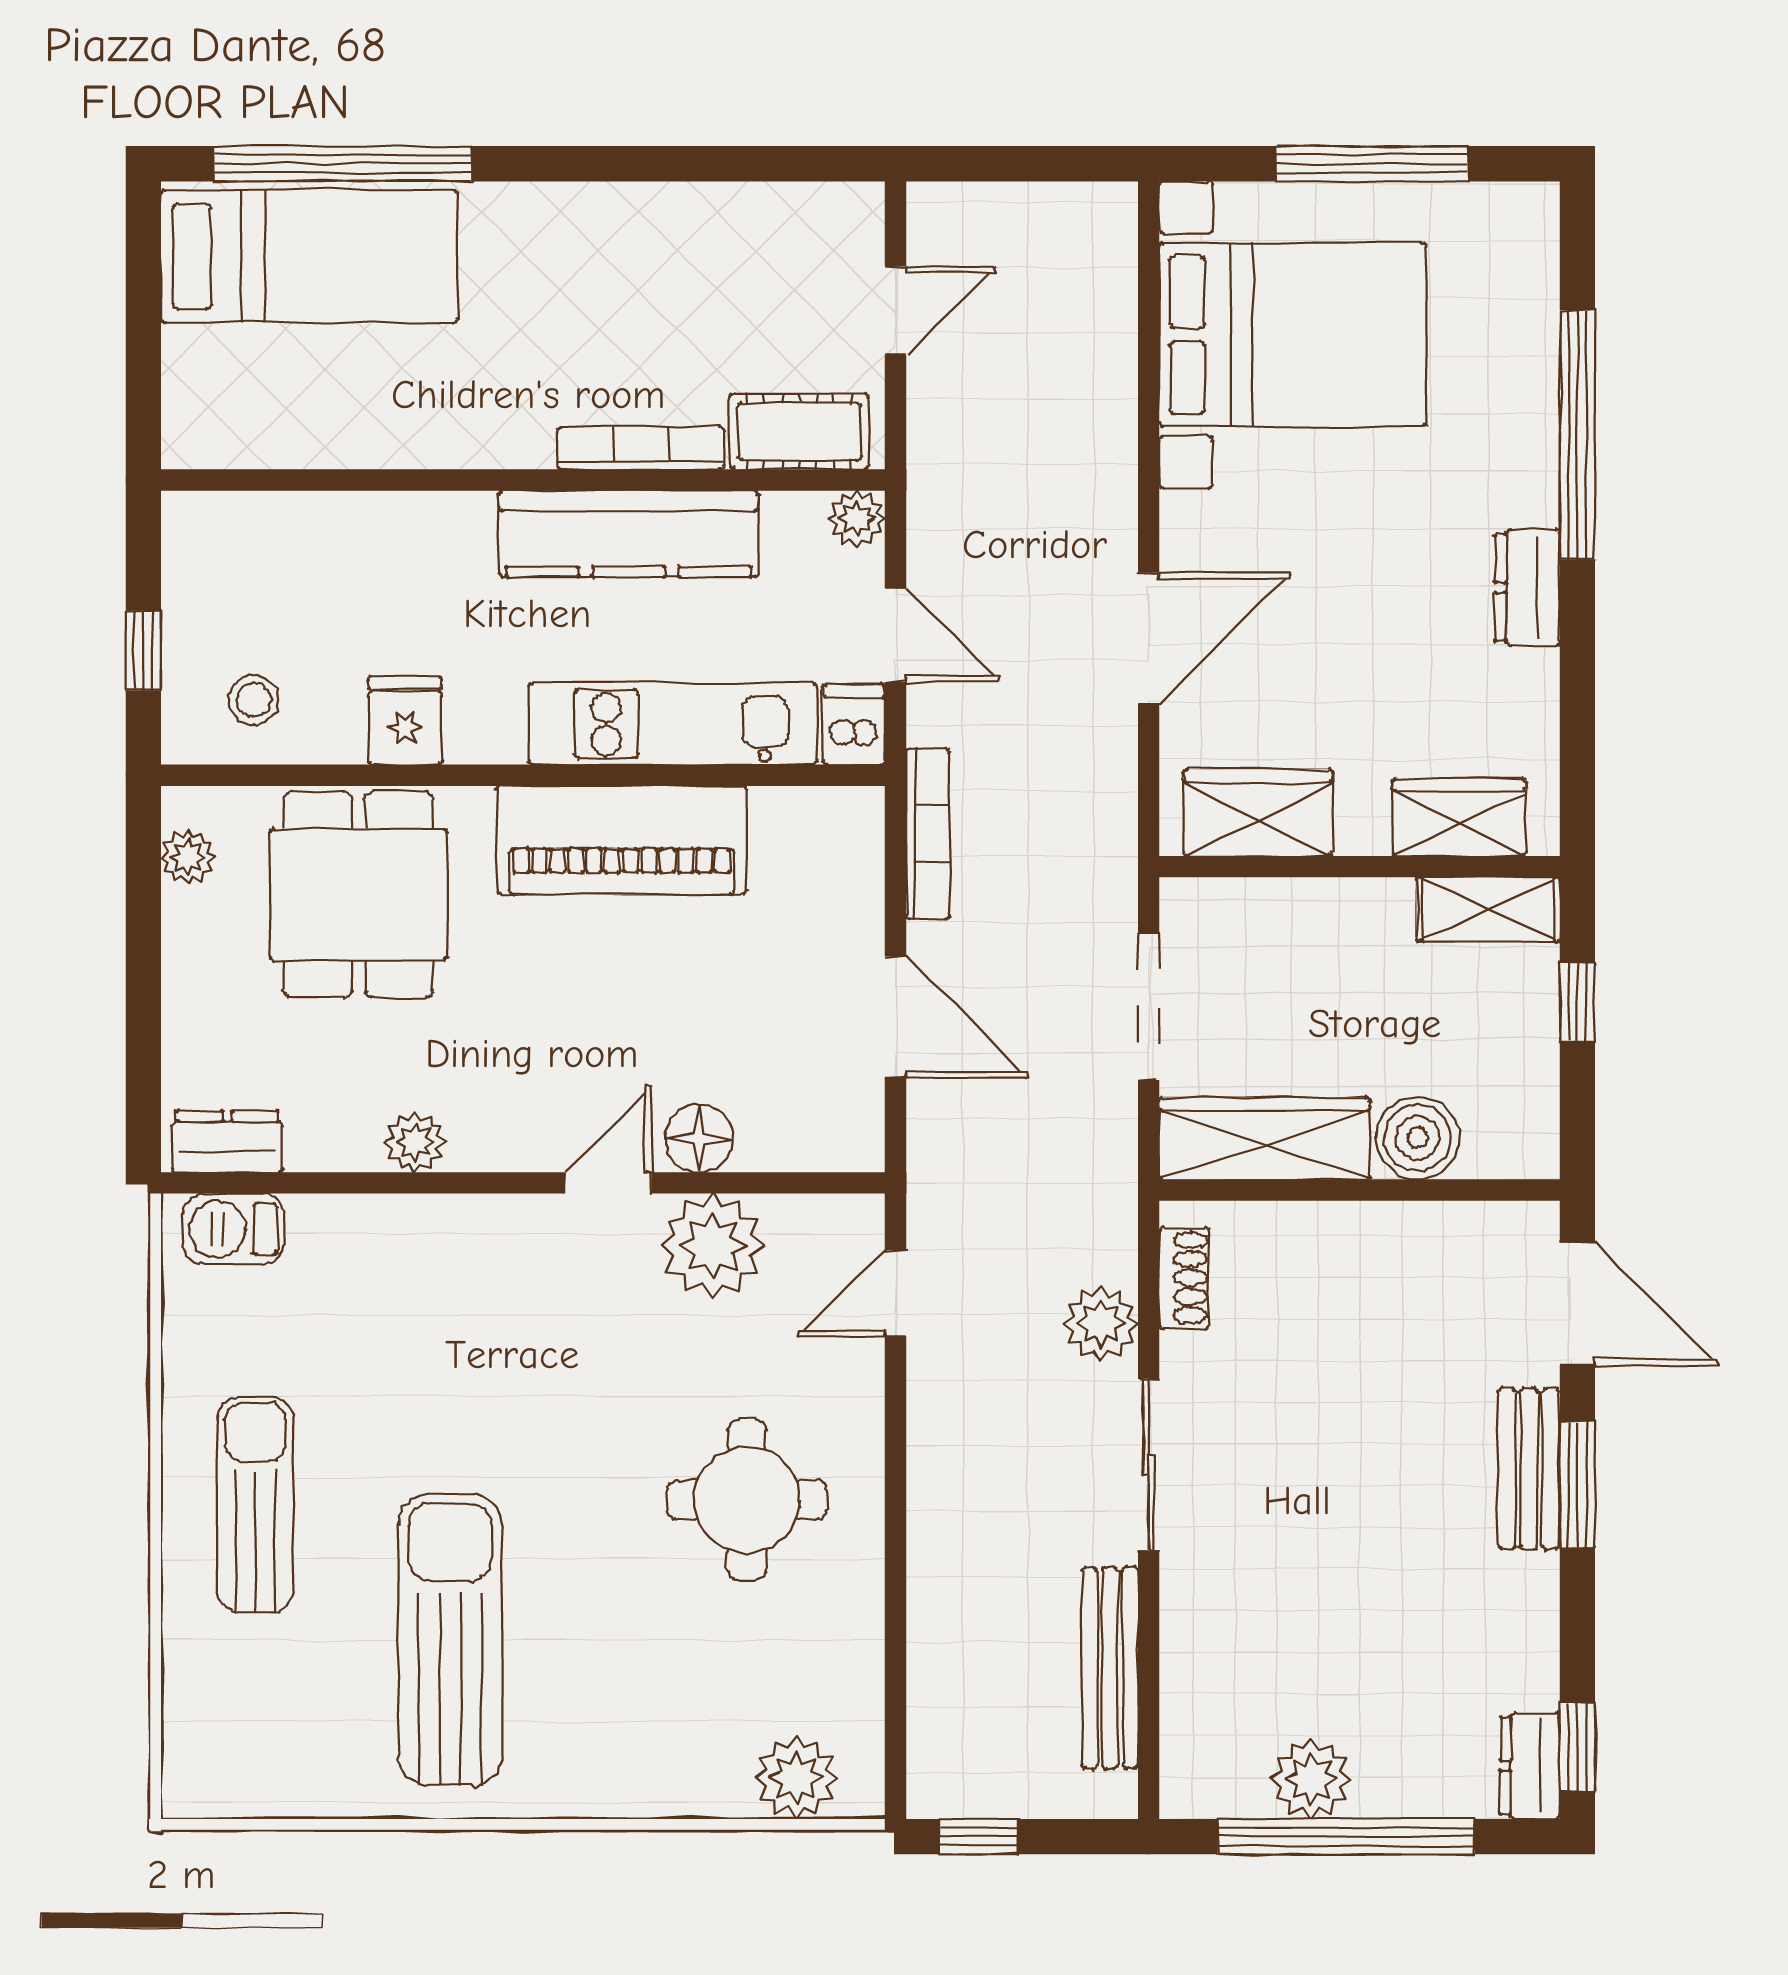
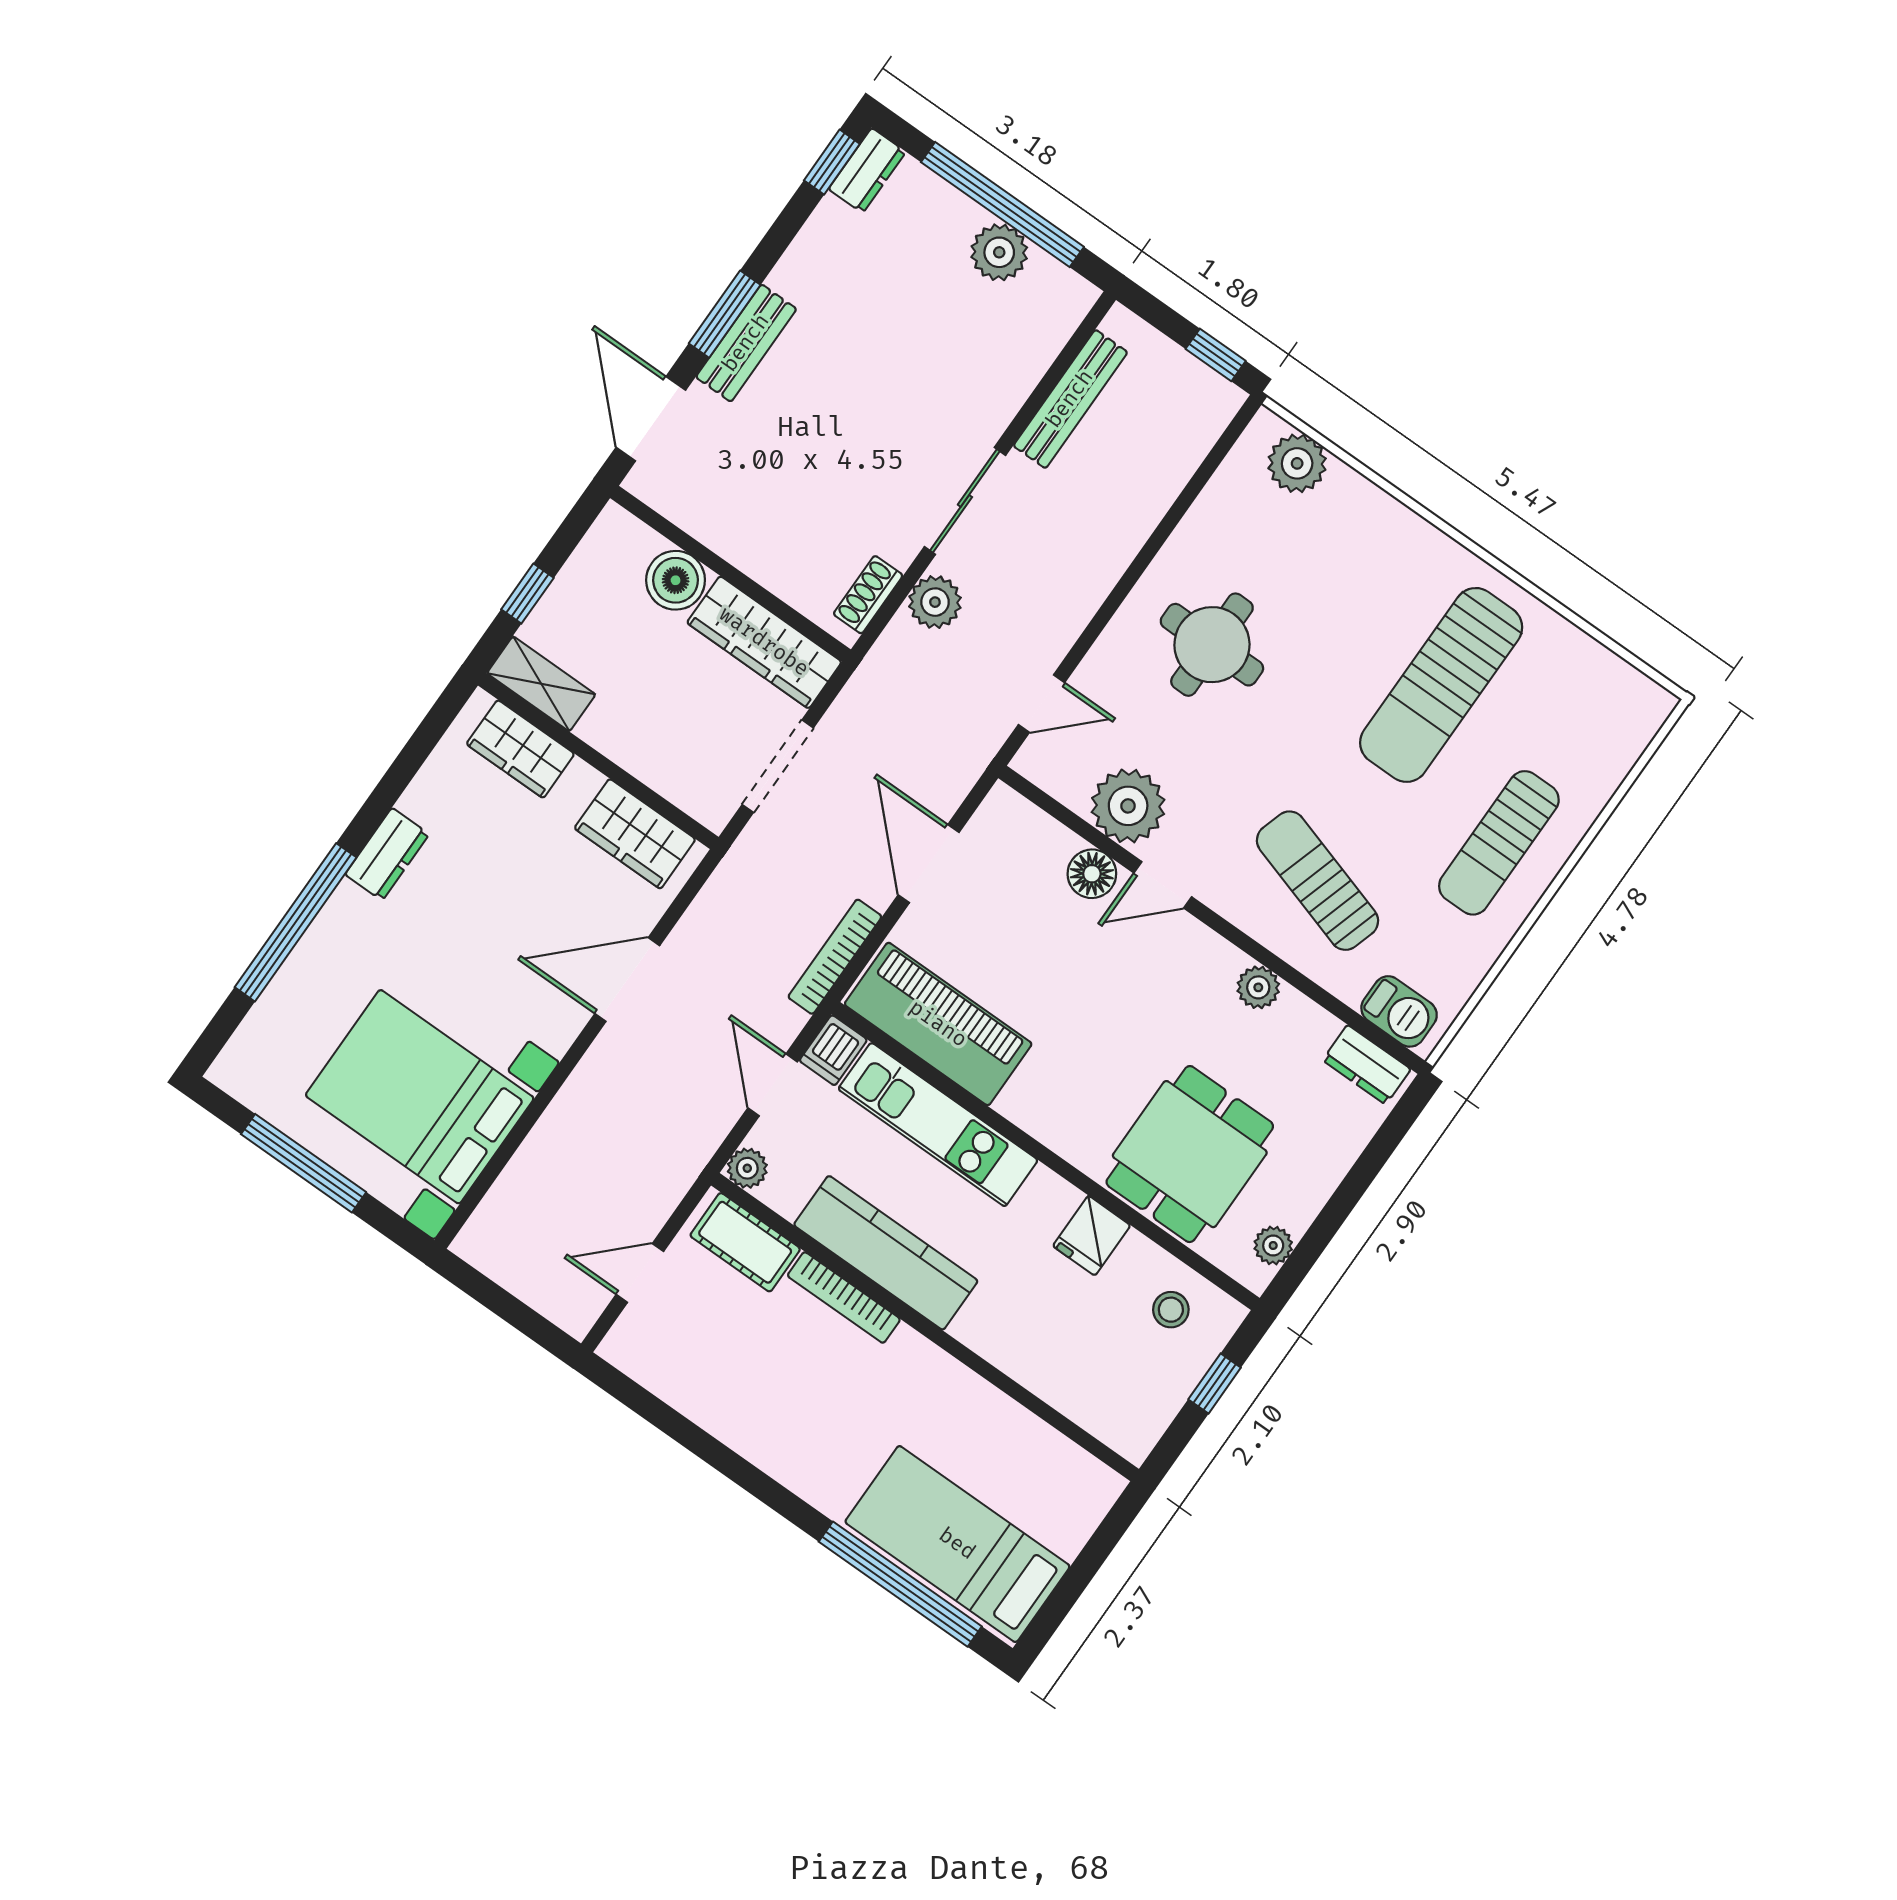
piano: (622, 840) -> (938, 1024), moved
sun lounger: (434, 1314) -> (1317, 881), added

